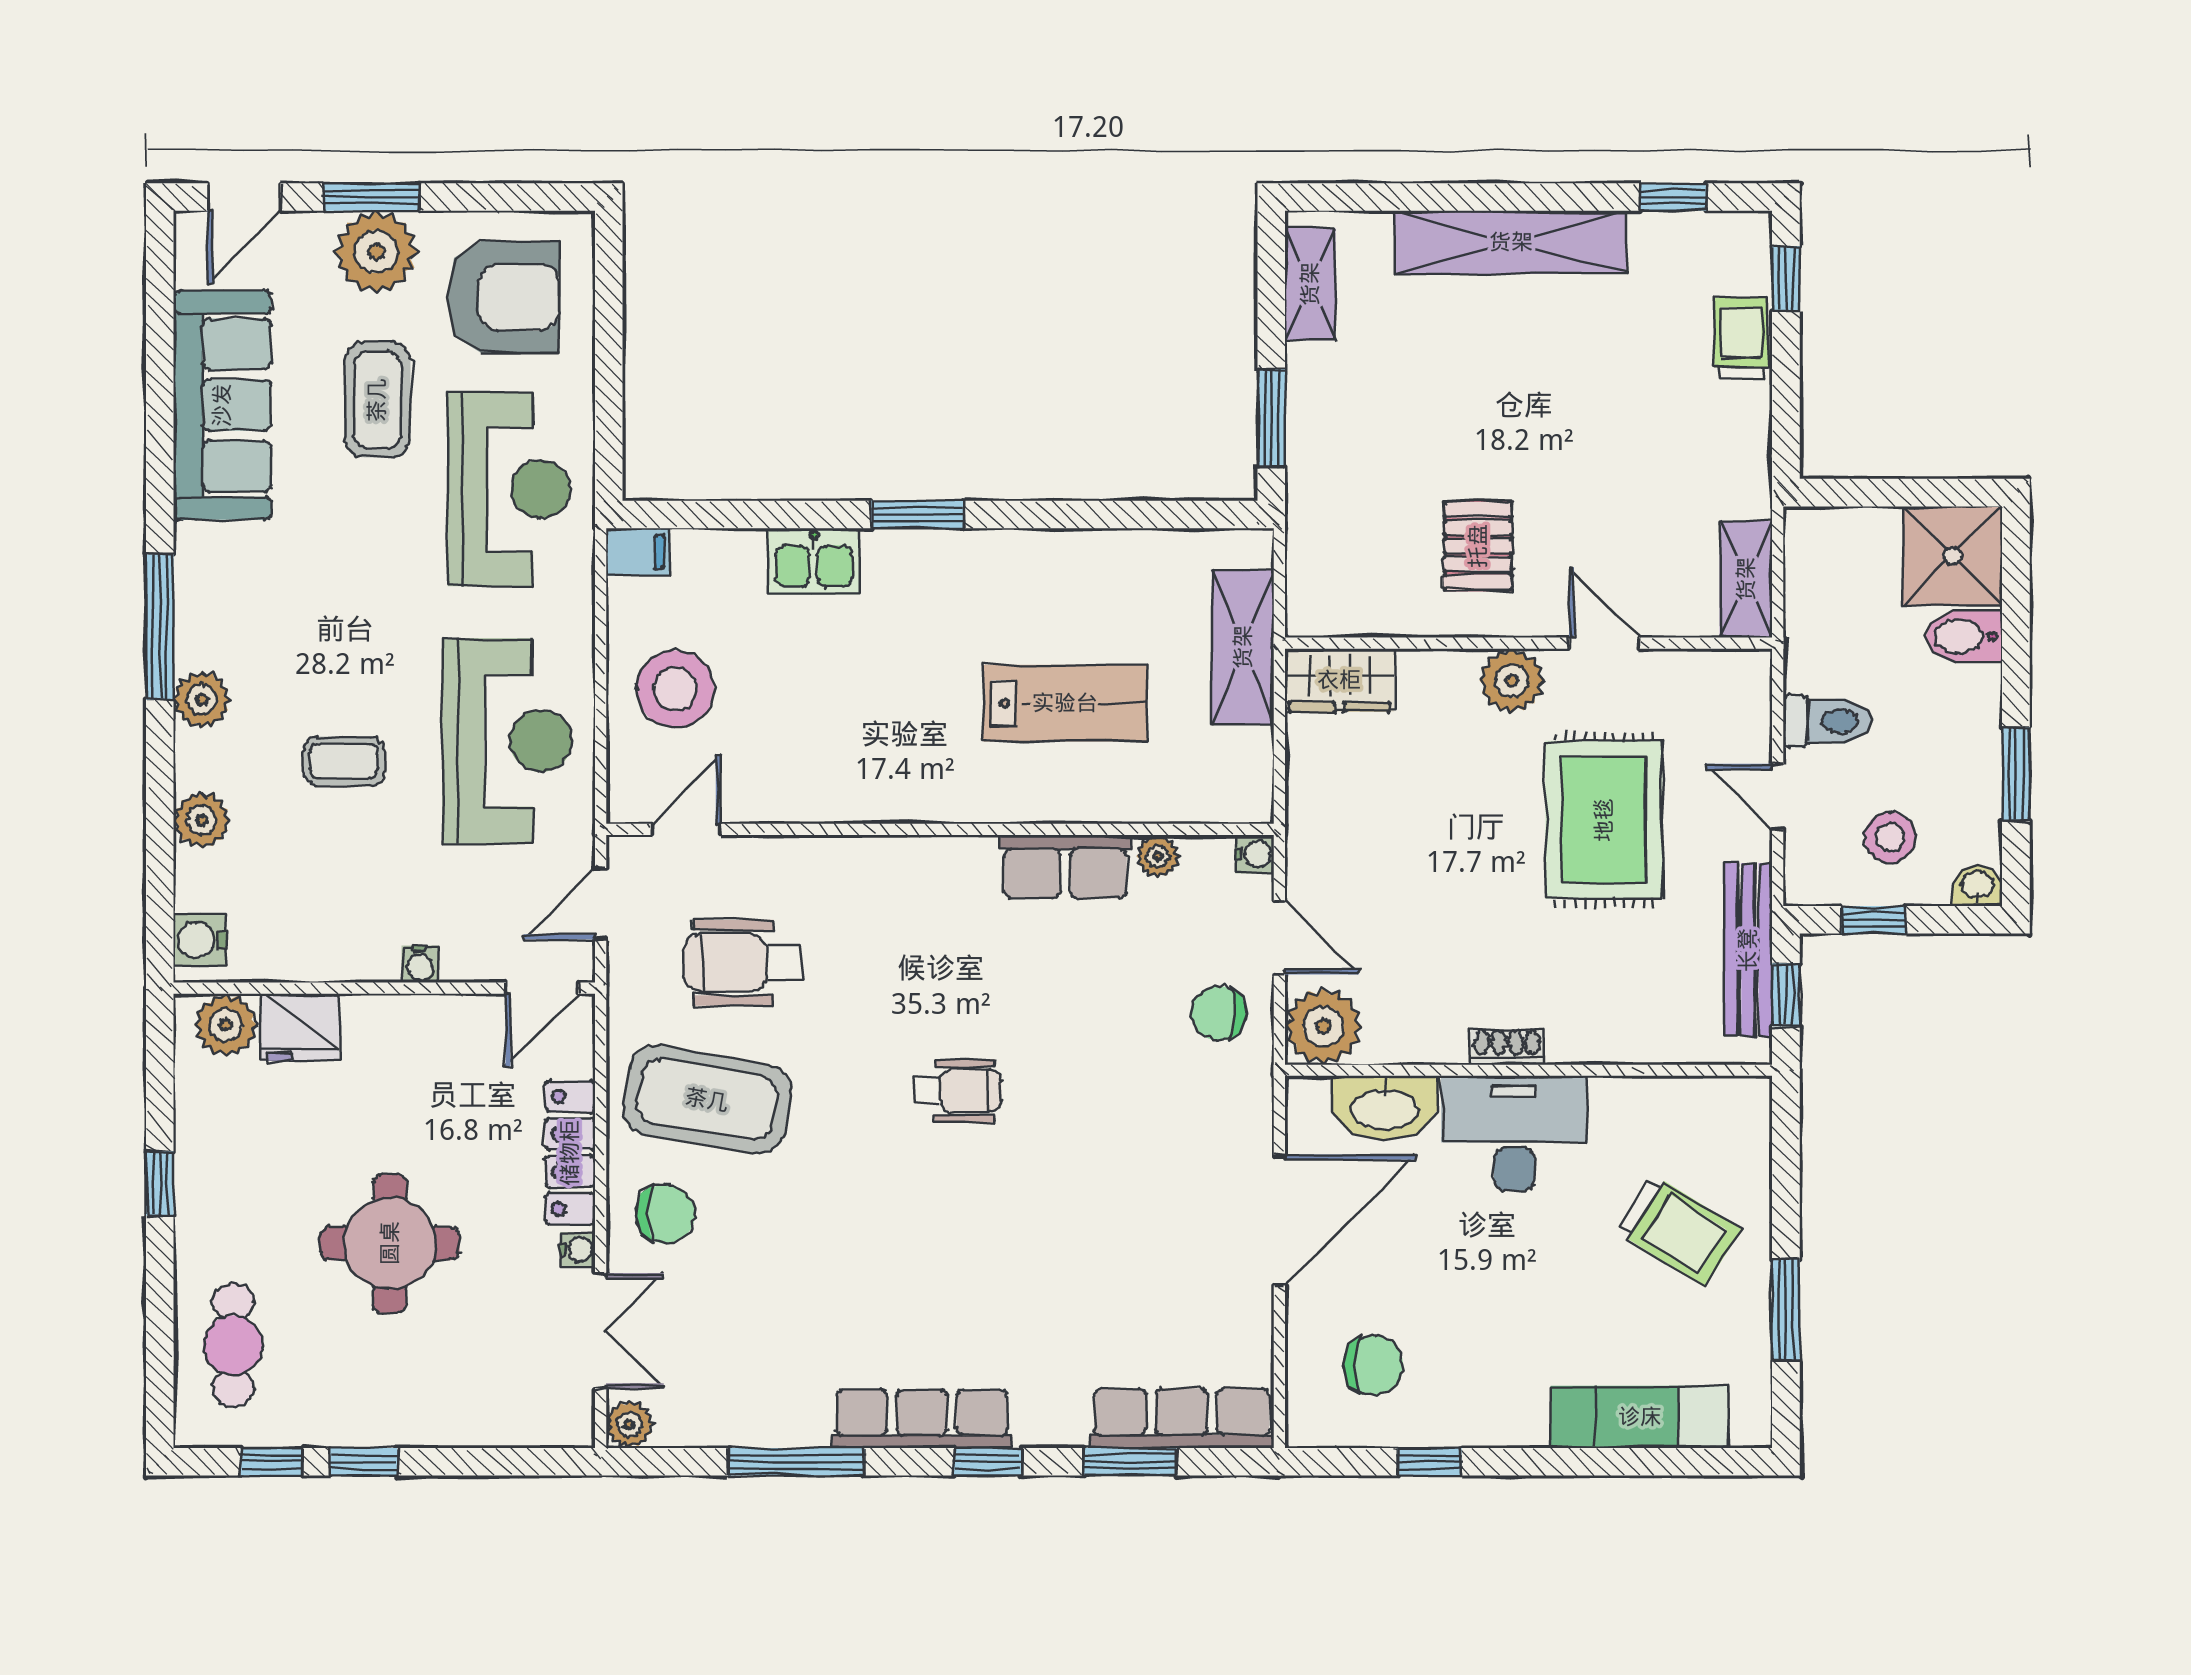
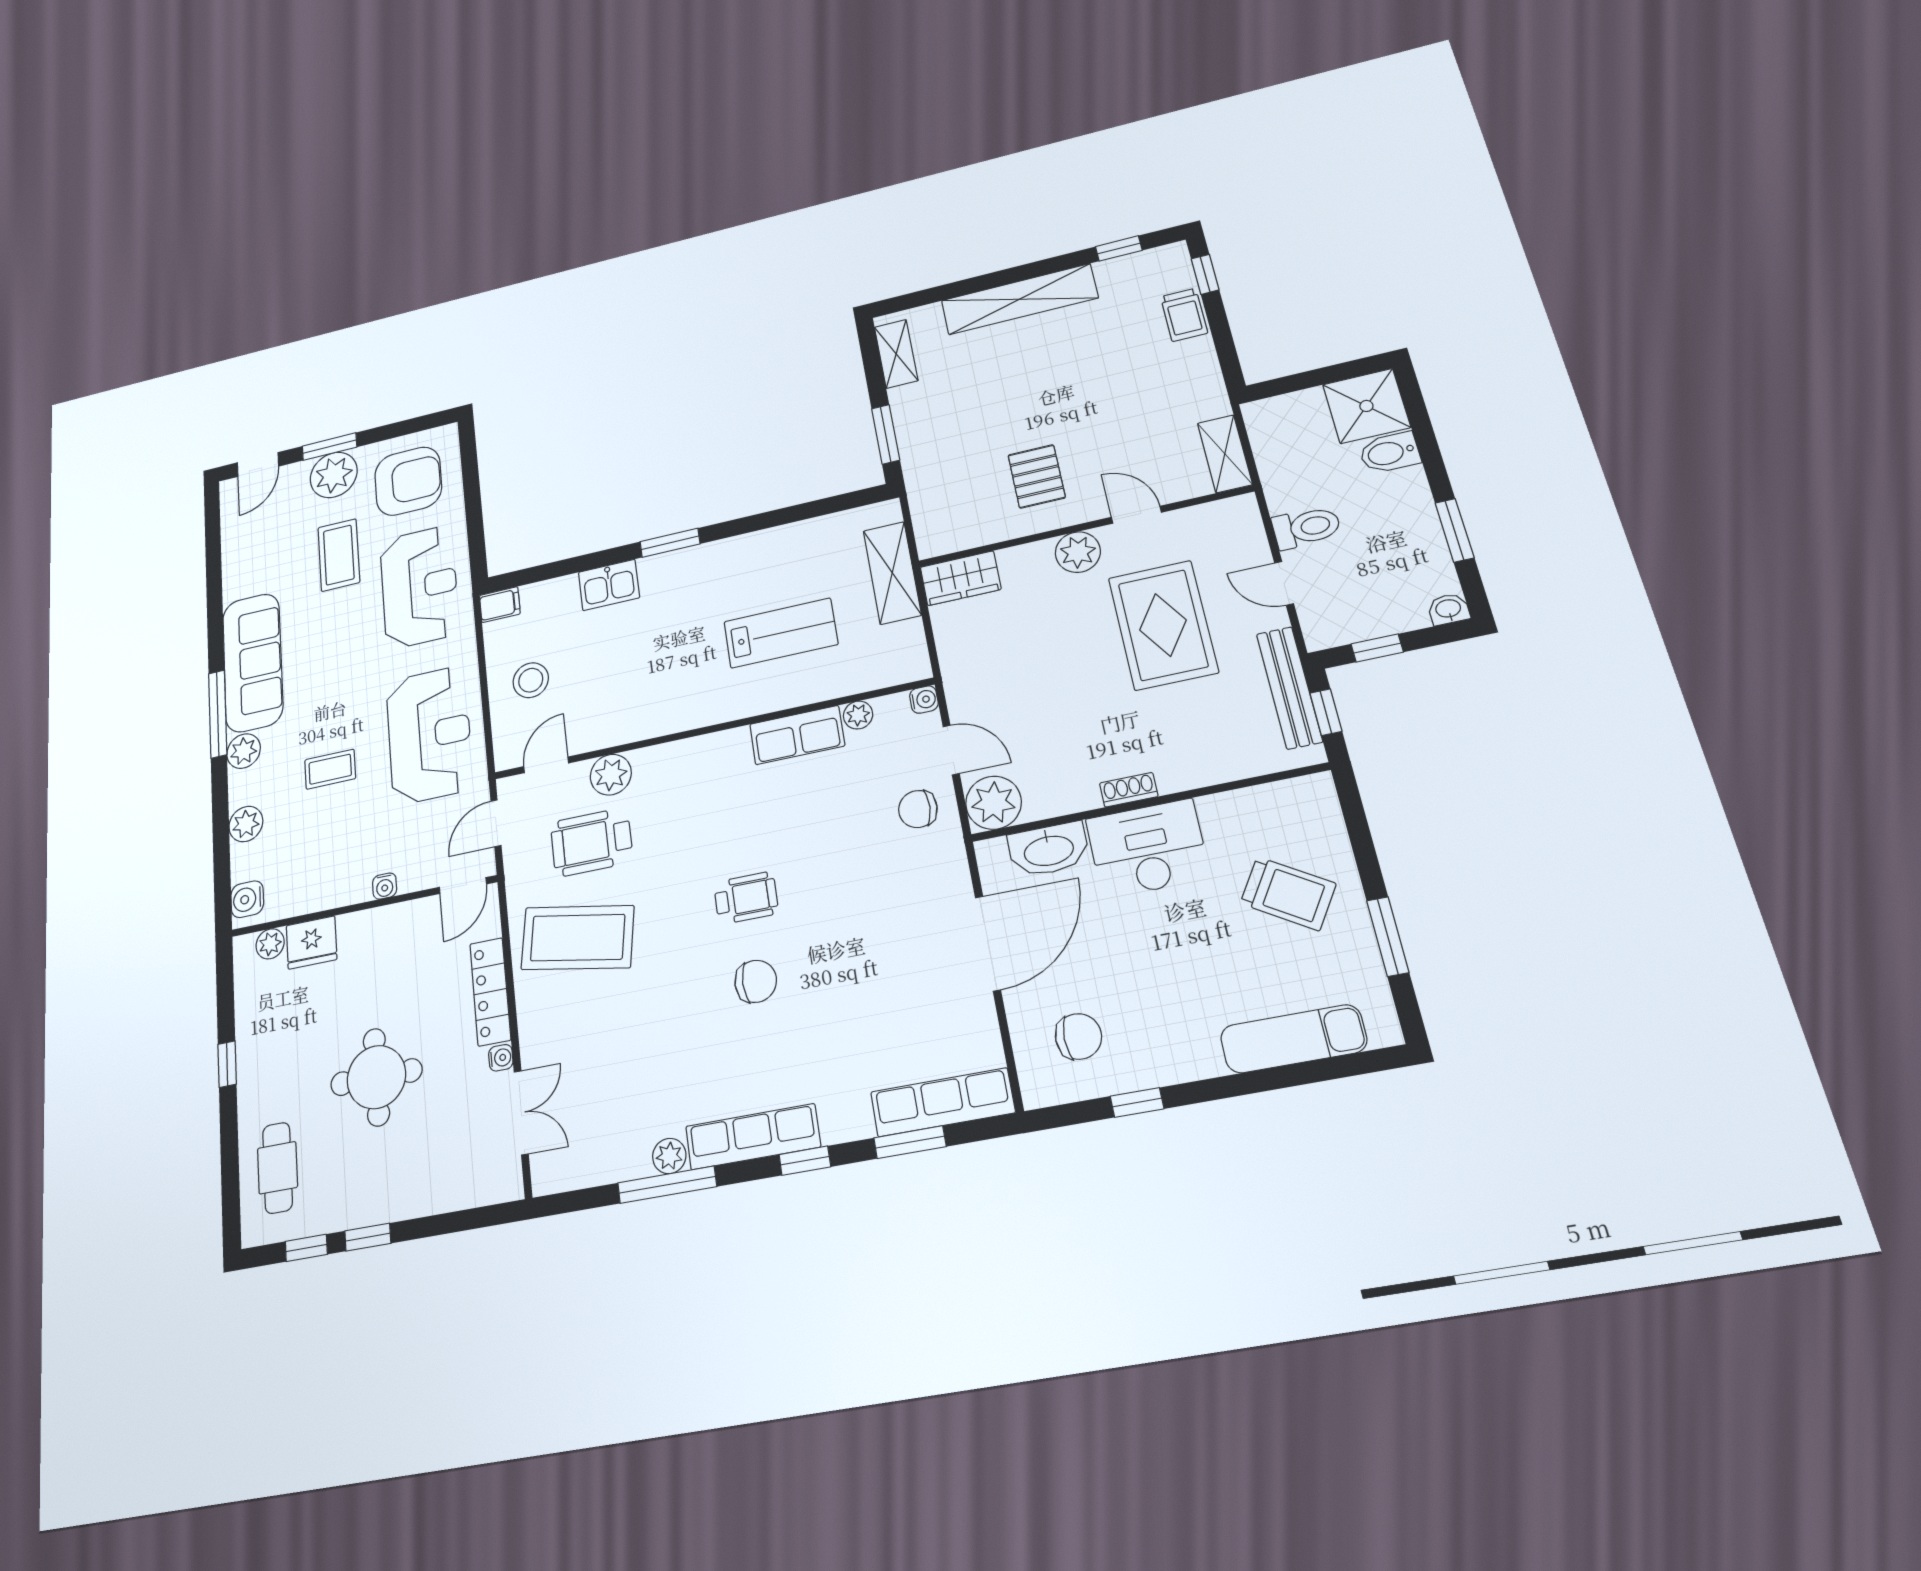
trolley: (1741, 338) -> (1184, 315), turned 180
sofa: (222, 405) -> (253, 662), moved
stool: (675, 689) -> (531, 680), width x0.73, depth x0.73
stool: (1890, 837) -> (1374, 591), removed
plant: (783, 866) -> (611, 775), added
plant: (226, 1025) -> (270, 944), width x0.73, depth x0.73
chair: (665, 1214) -> (756, 981), moved
plant: (629, 1425) -> (669, 1156), moved

